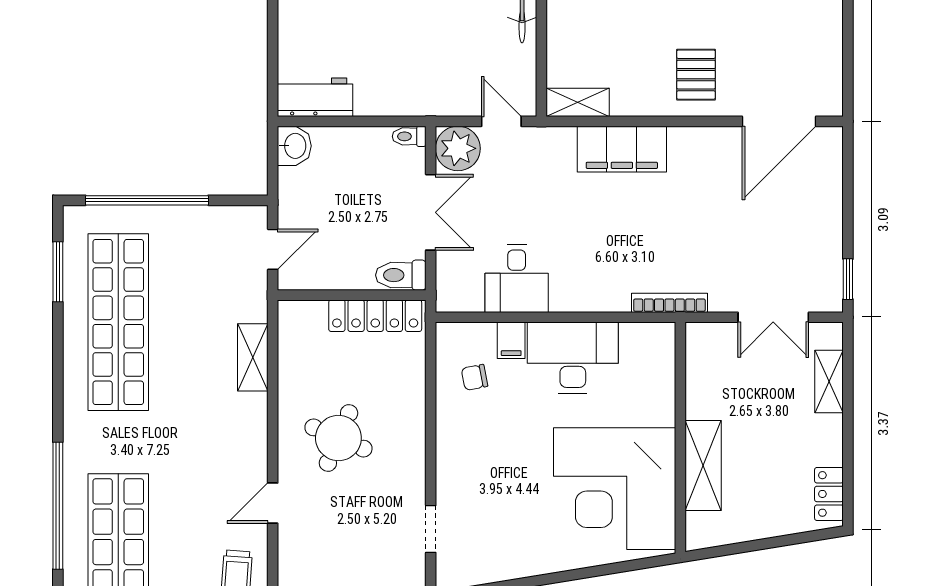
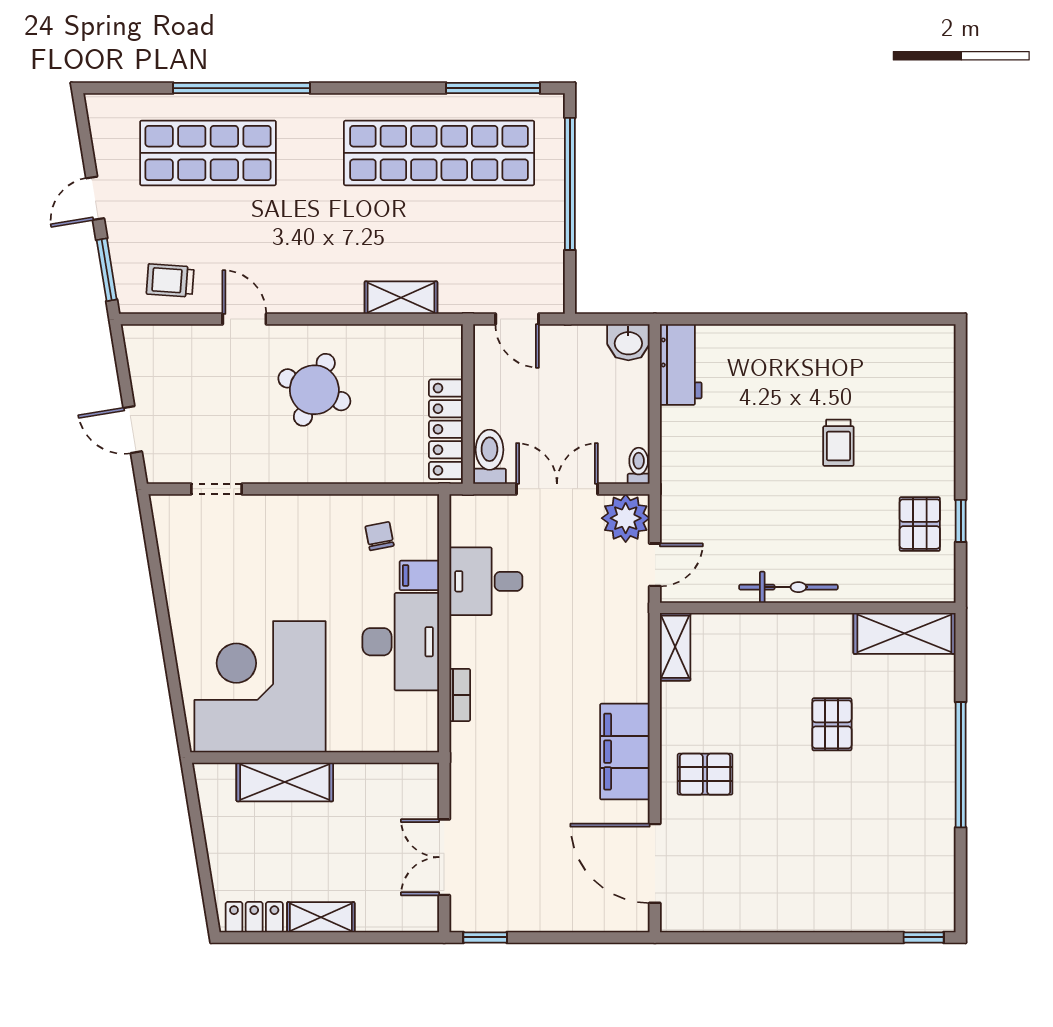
filing cabinet: (622, 149) -> (625, 752), moved
double door: (431, 212) -> (557, 489), swing flipped
window: (58, 272) -> (493, 88), width x1.44
bookcase: (669, 303) -> (460, 695), moved, width x0.64
shelving: (829, 381) -> (321, 917), moved

